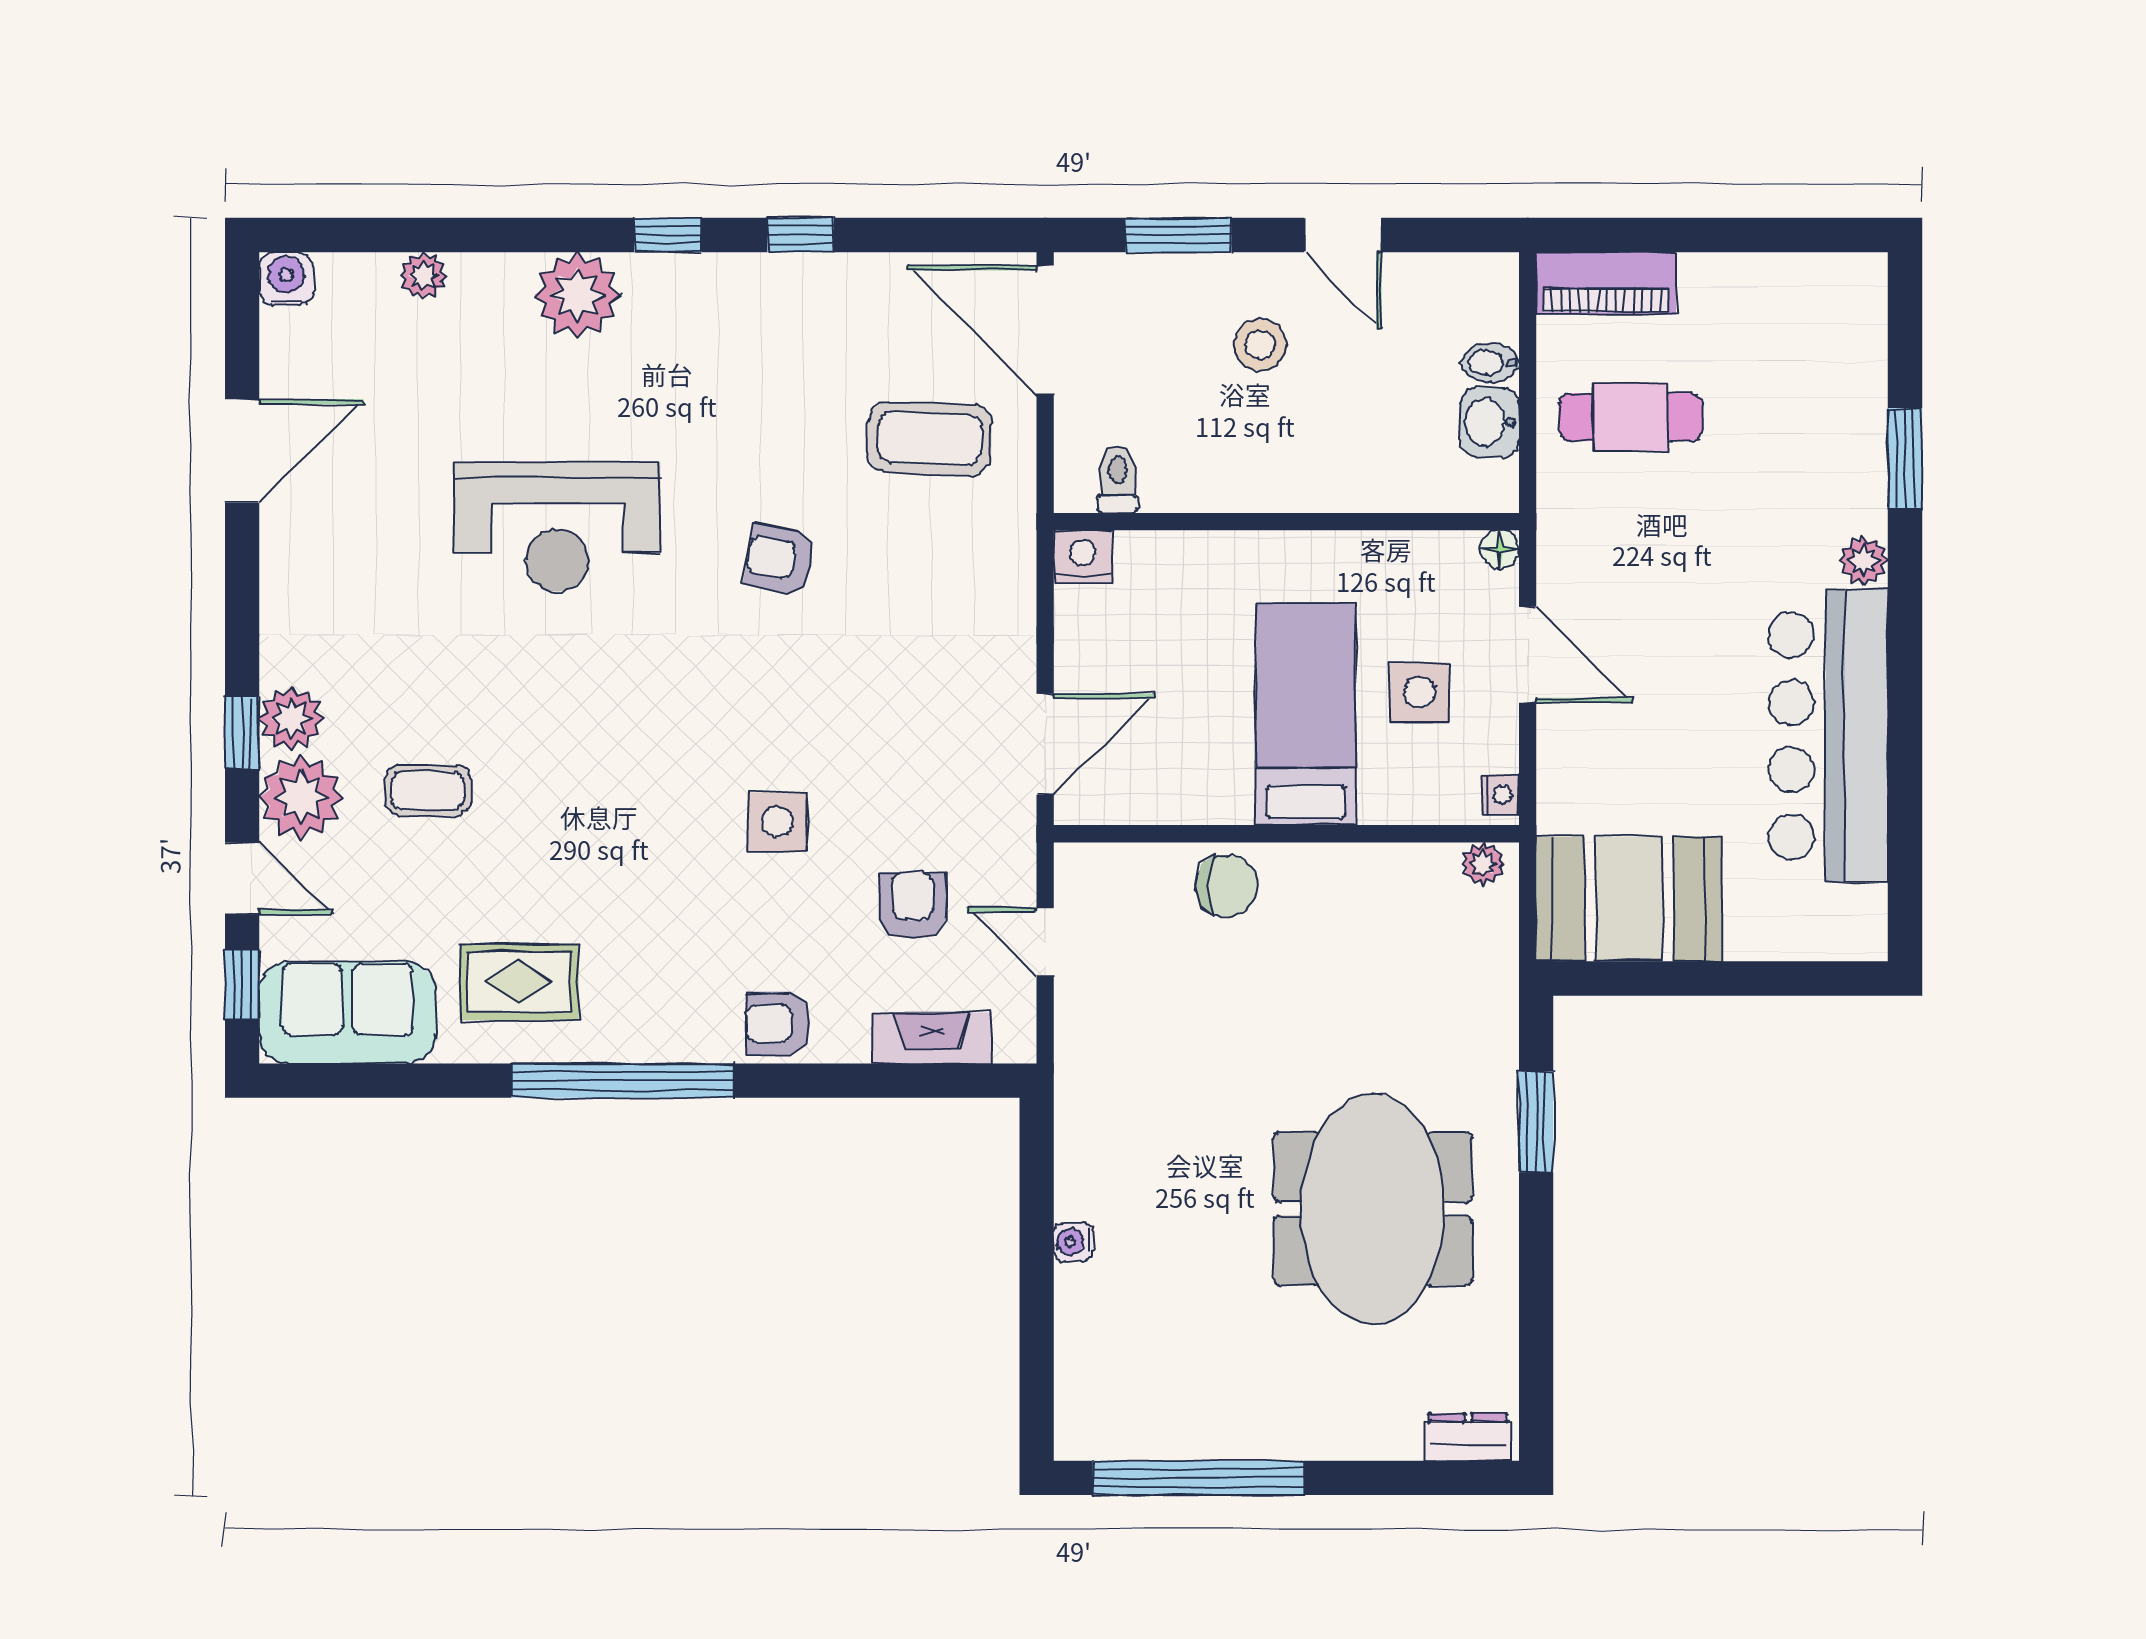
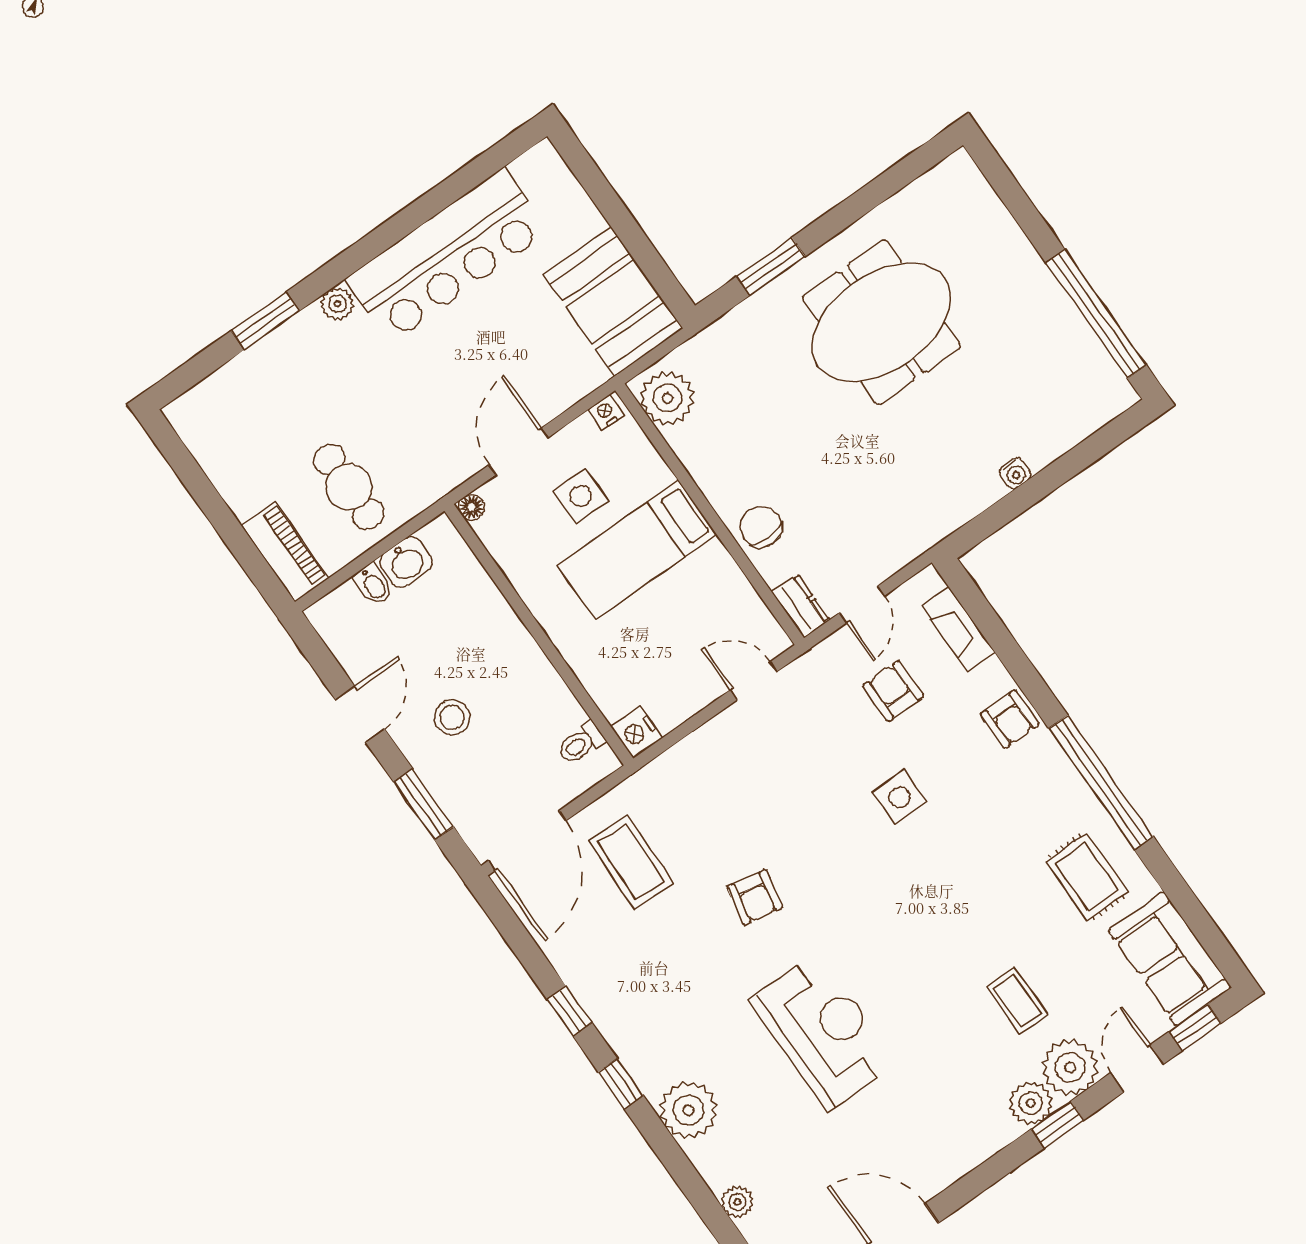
door: (1045, 744) -> (754, 681), width x0.73
plant: (1483, 864) -> (667, 398), width x1.88, depth x1.88
armchair: (913, 906) -> (893, 691), turned 90
dresser: (1468, 1437) -> (801, 606), moved, turned 180

